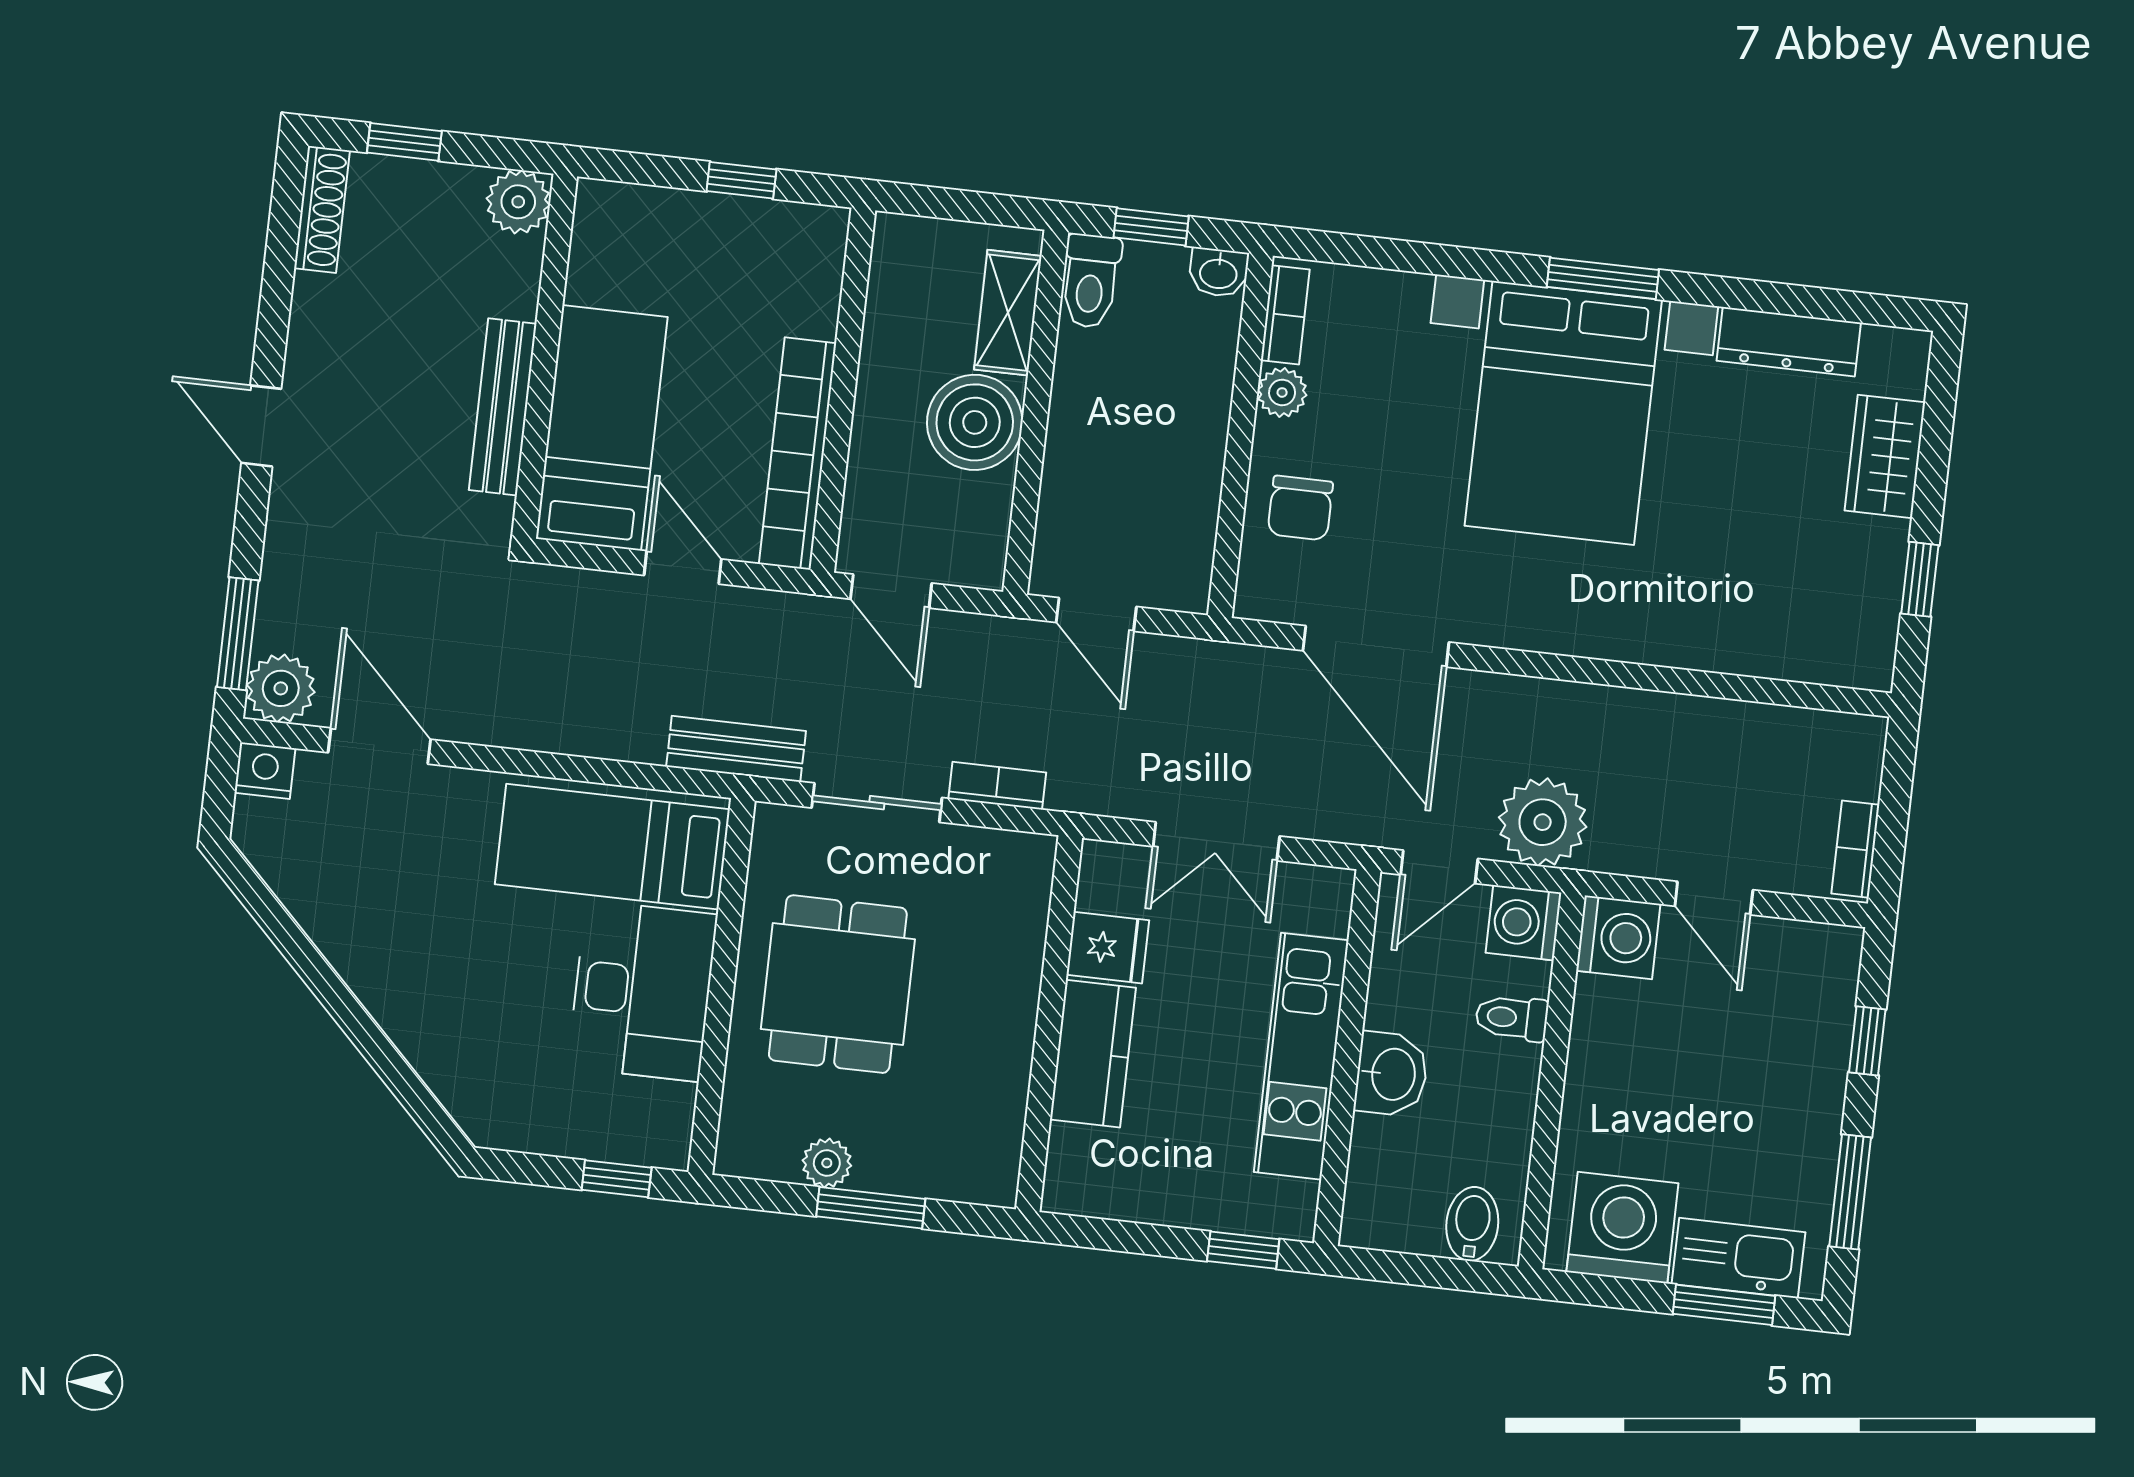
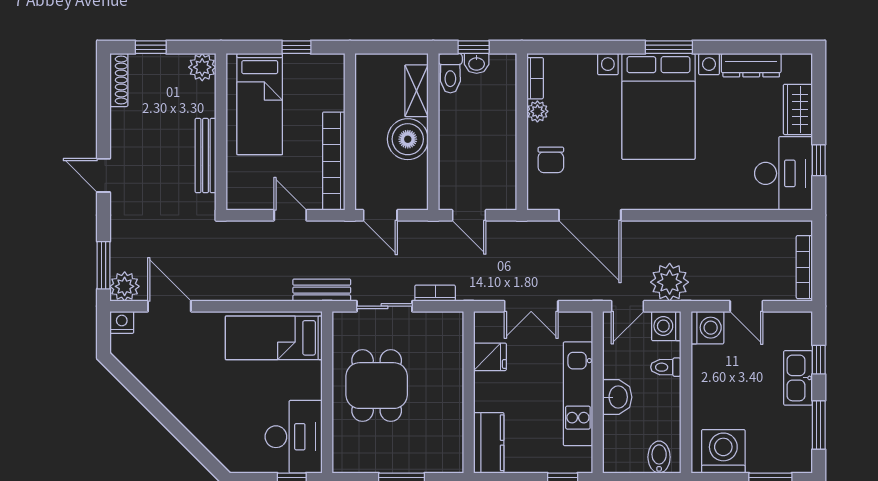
washbasin: (1218, 273) -> (477, 63), moved
bed: (602, 428) -> (260, 104), moved, turned 180
desk: (1835, 600) -> (783, 173), added
bookcase: (1855, 849) -> (804, 267), width x1.56
desk: (642, 991) -> (294, 437), moved
kitchen counter: (1093, 1054) -> (489, 443), moved
plant: (827, 1163) -> (381, 462), removed
kitchen sink: (1739, 1258) -> (798, 378), moved, turned -90

